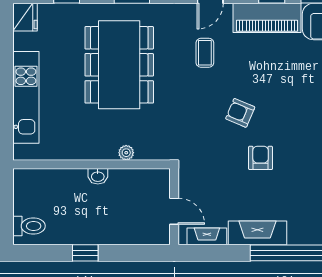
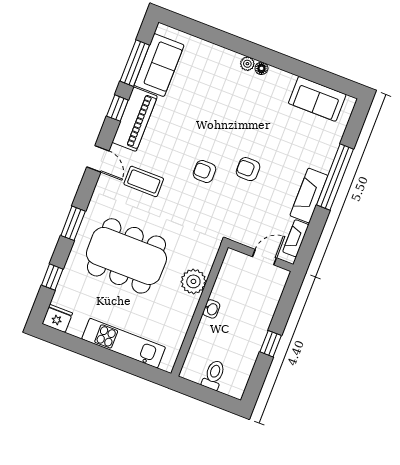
coffee table: (205, 53) -> (144, 181), width x1.36, depth x1.30
armchair: (240, 113) -> (204, 172), turned 67
plant: (126, 153) -> (193, 281), width x1.88, depth x1.88
toilet: (29, 226) -> (214, 375), moved

